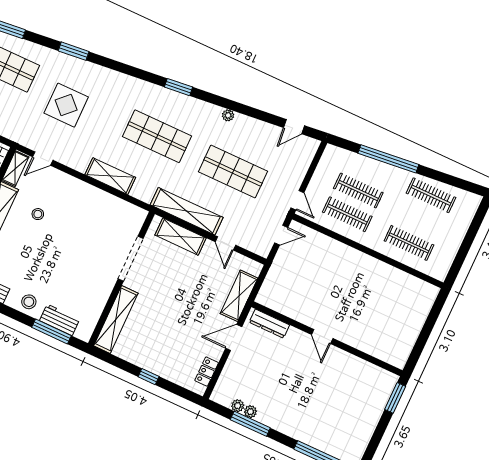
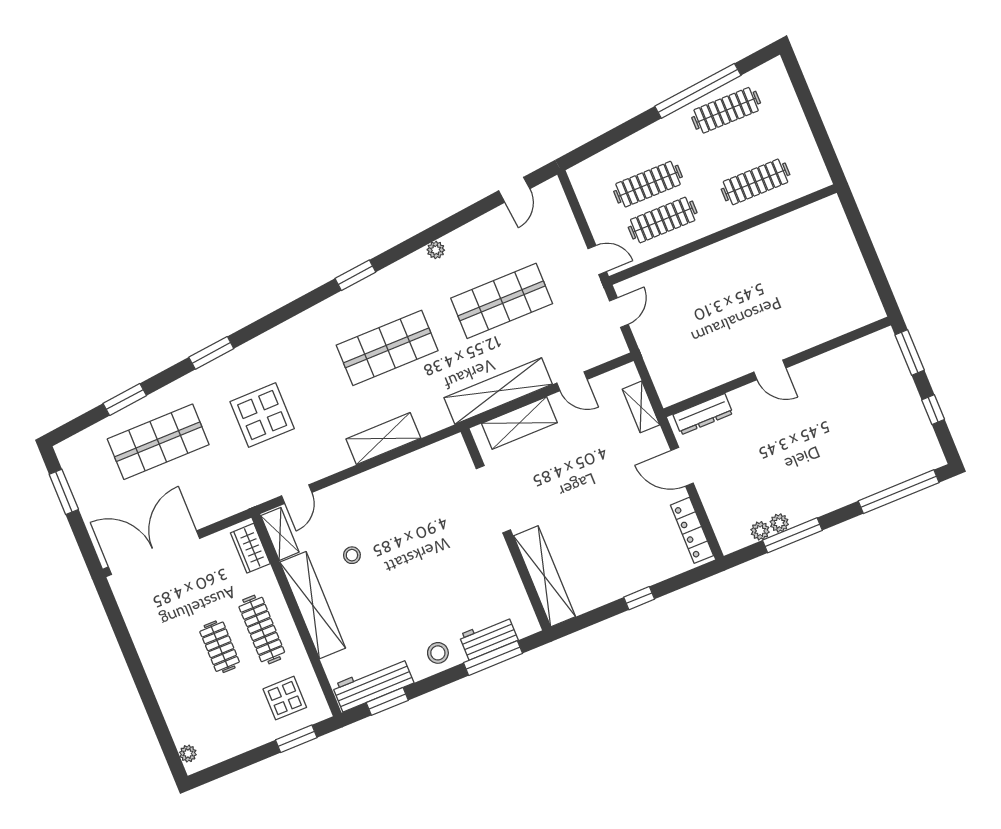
window: (388, 159) -> (698, 91), moved
shelving: (239, 296) -> (641, 407), width x0.67, depth x0.75
door: (234, 337) -> (682, 467), hinge flipped
locker: (207, 372) -> (692, 530), width x1.53
window: (377, 436) -> (933, 410), added

